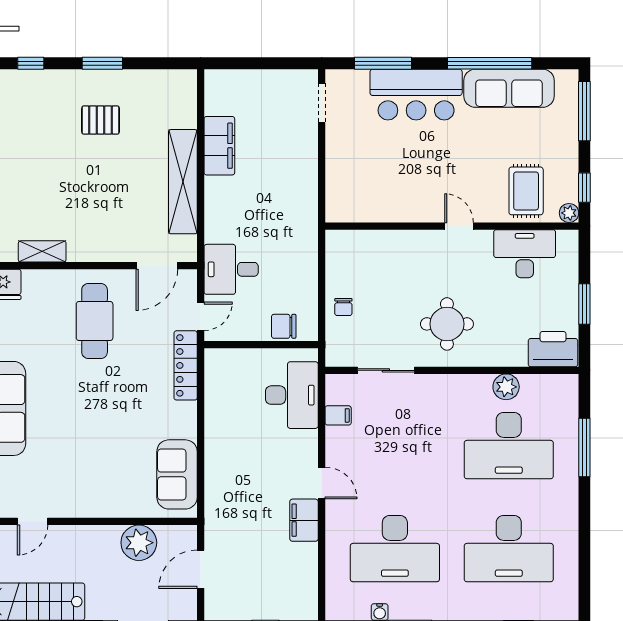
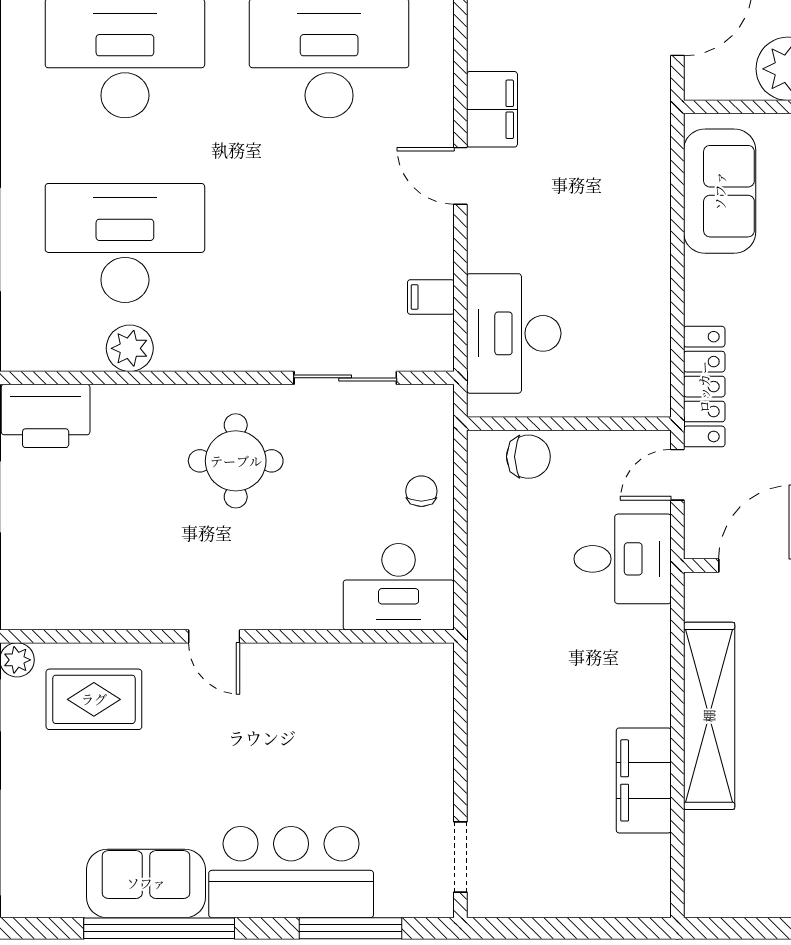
sofa: (509, 88) -> (146, 883), width x0.73
rug: (526, 191) -> (94, 699), turned 90
desk: (525, 254) -> (399, 587), moved

